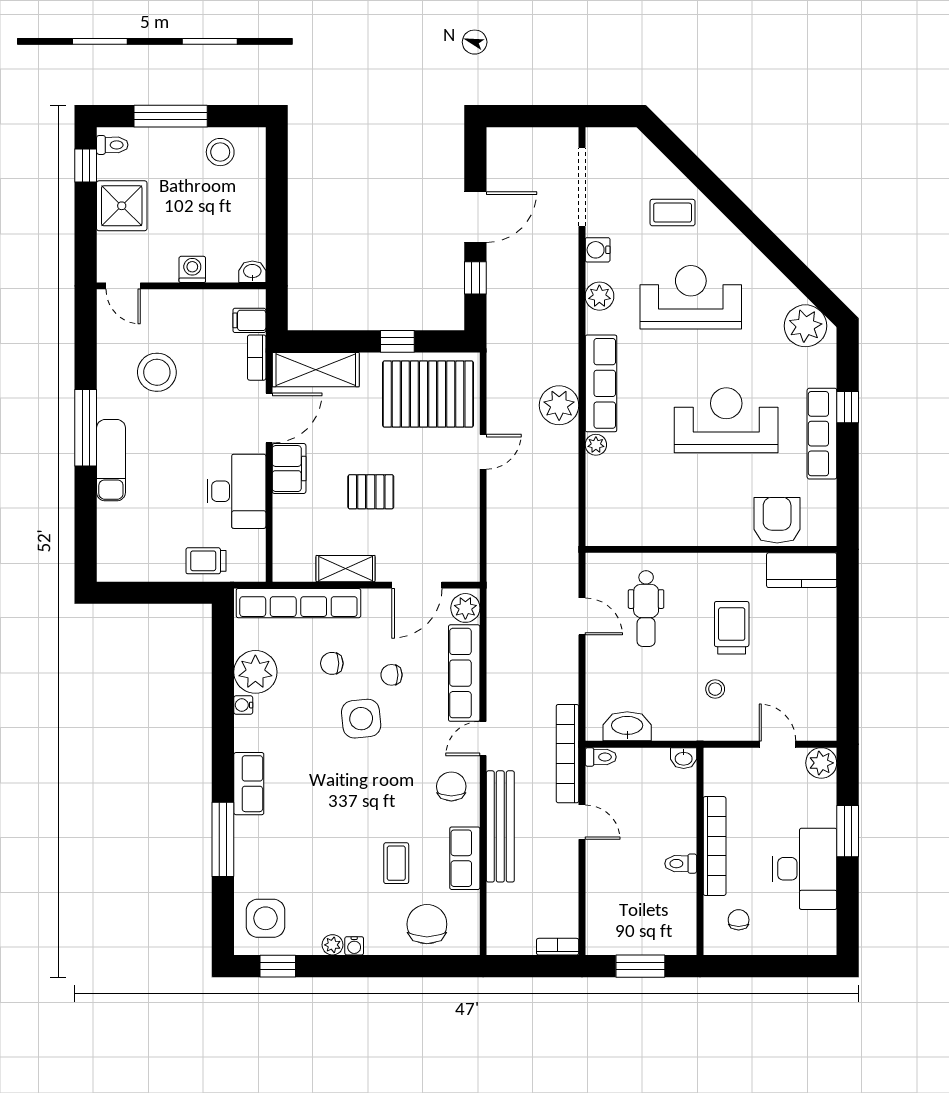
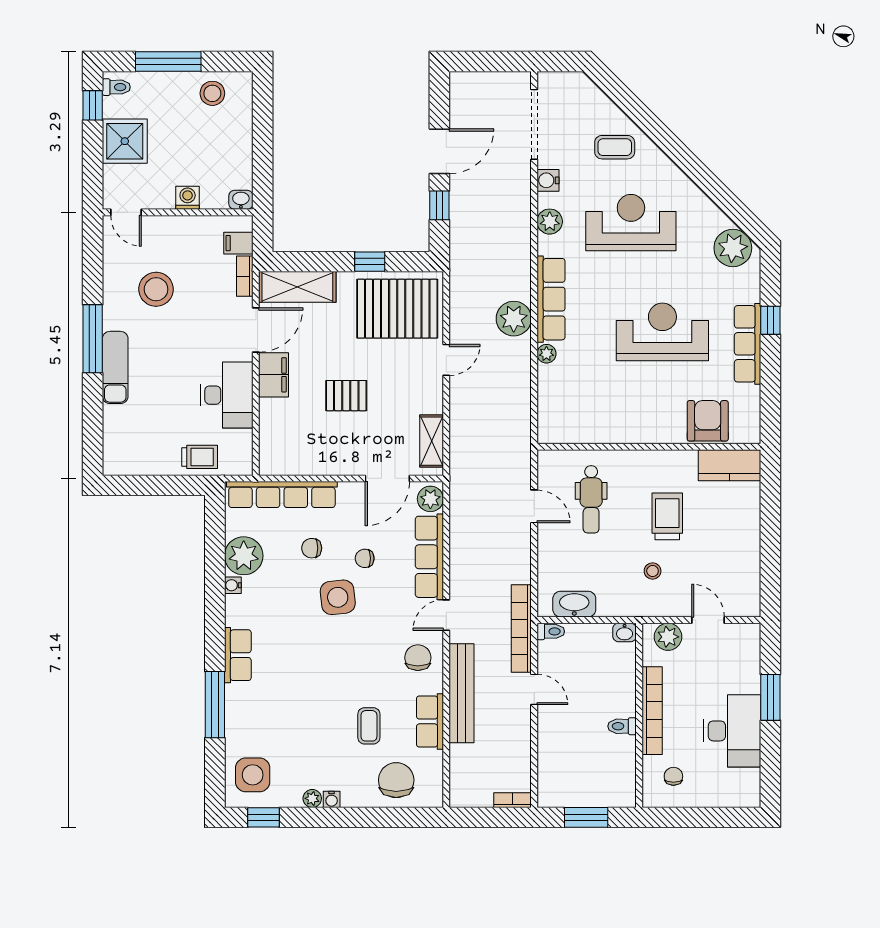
trolley: (206, 561) -> (200, 457), turned 180
shelving: (346, 569) -> (432, 441), moved, turned 90
plant: (821, 763) -> (668, 637), moved

